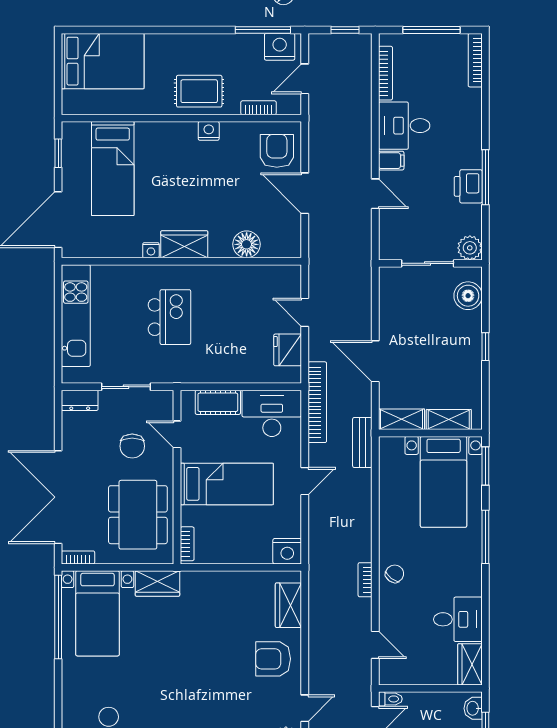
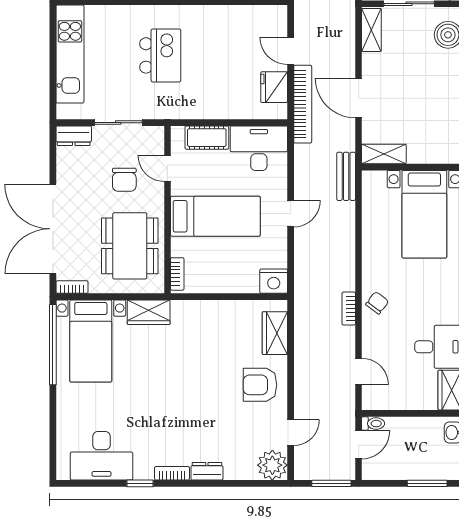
bookcase: (317, 402) -> (303, 104), moved
shelving: (449, 420) -> (371, 30), moved, turned 90

